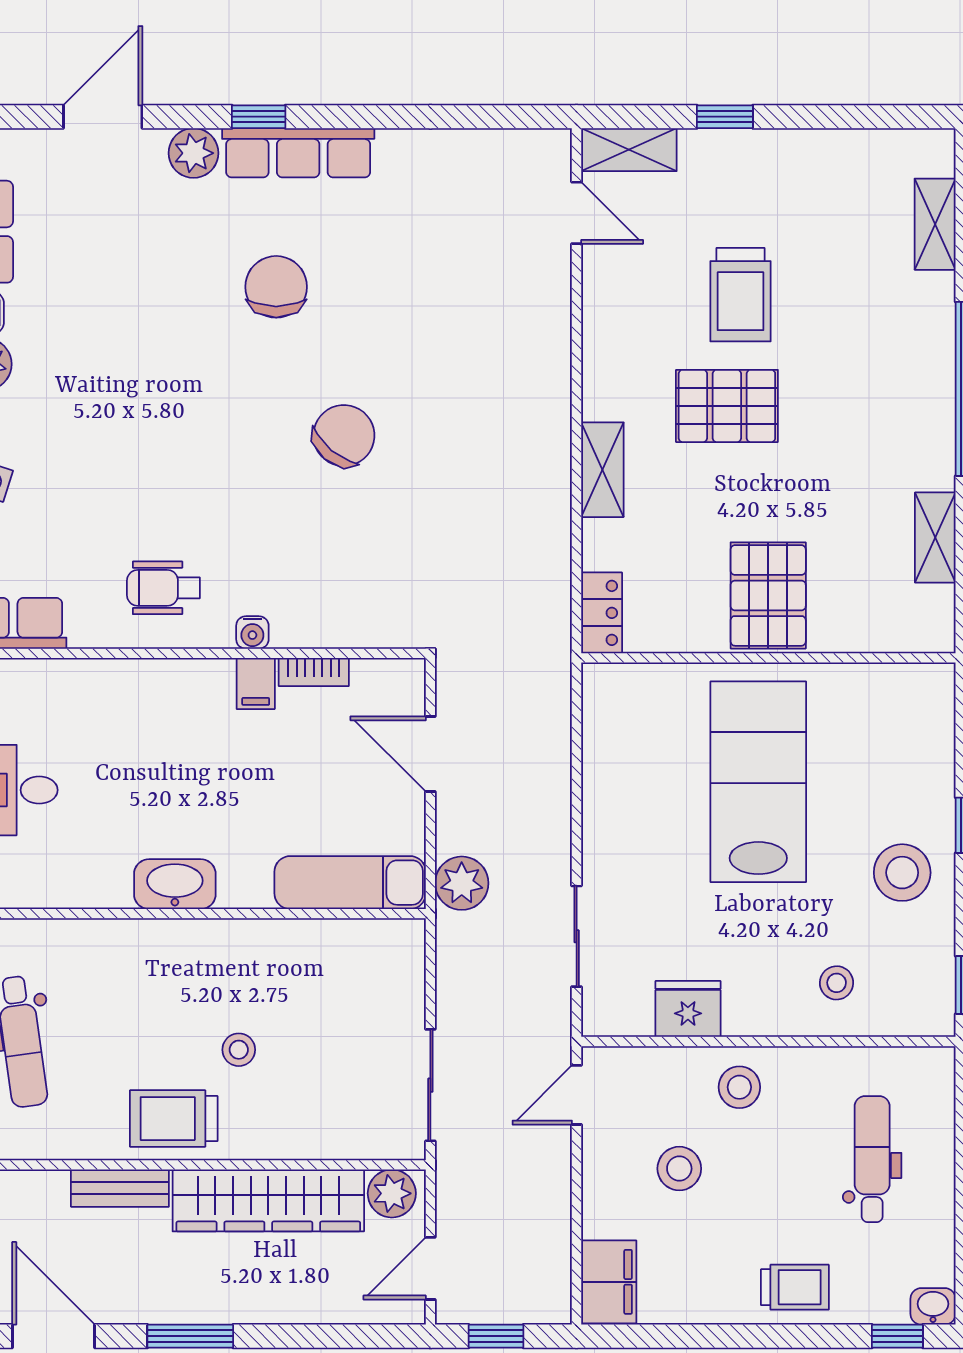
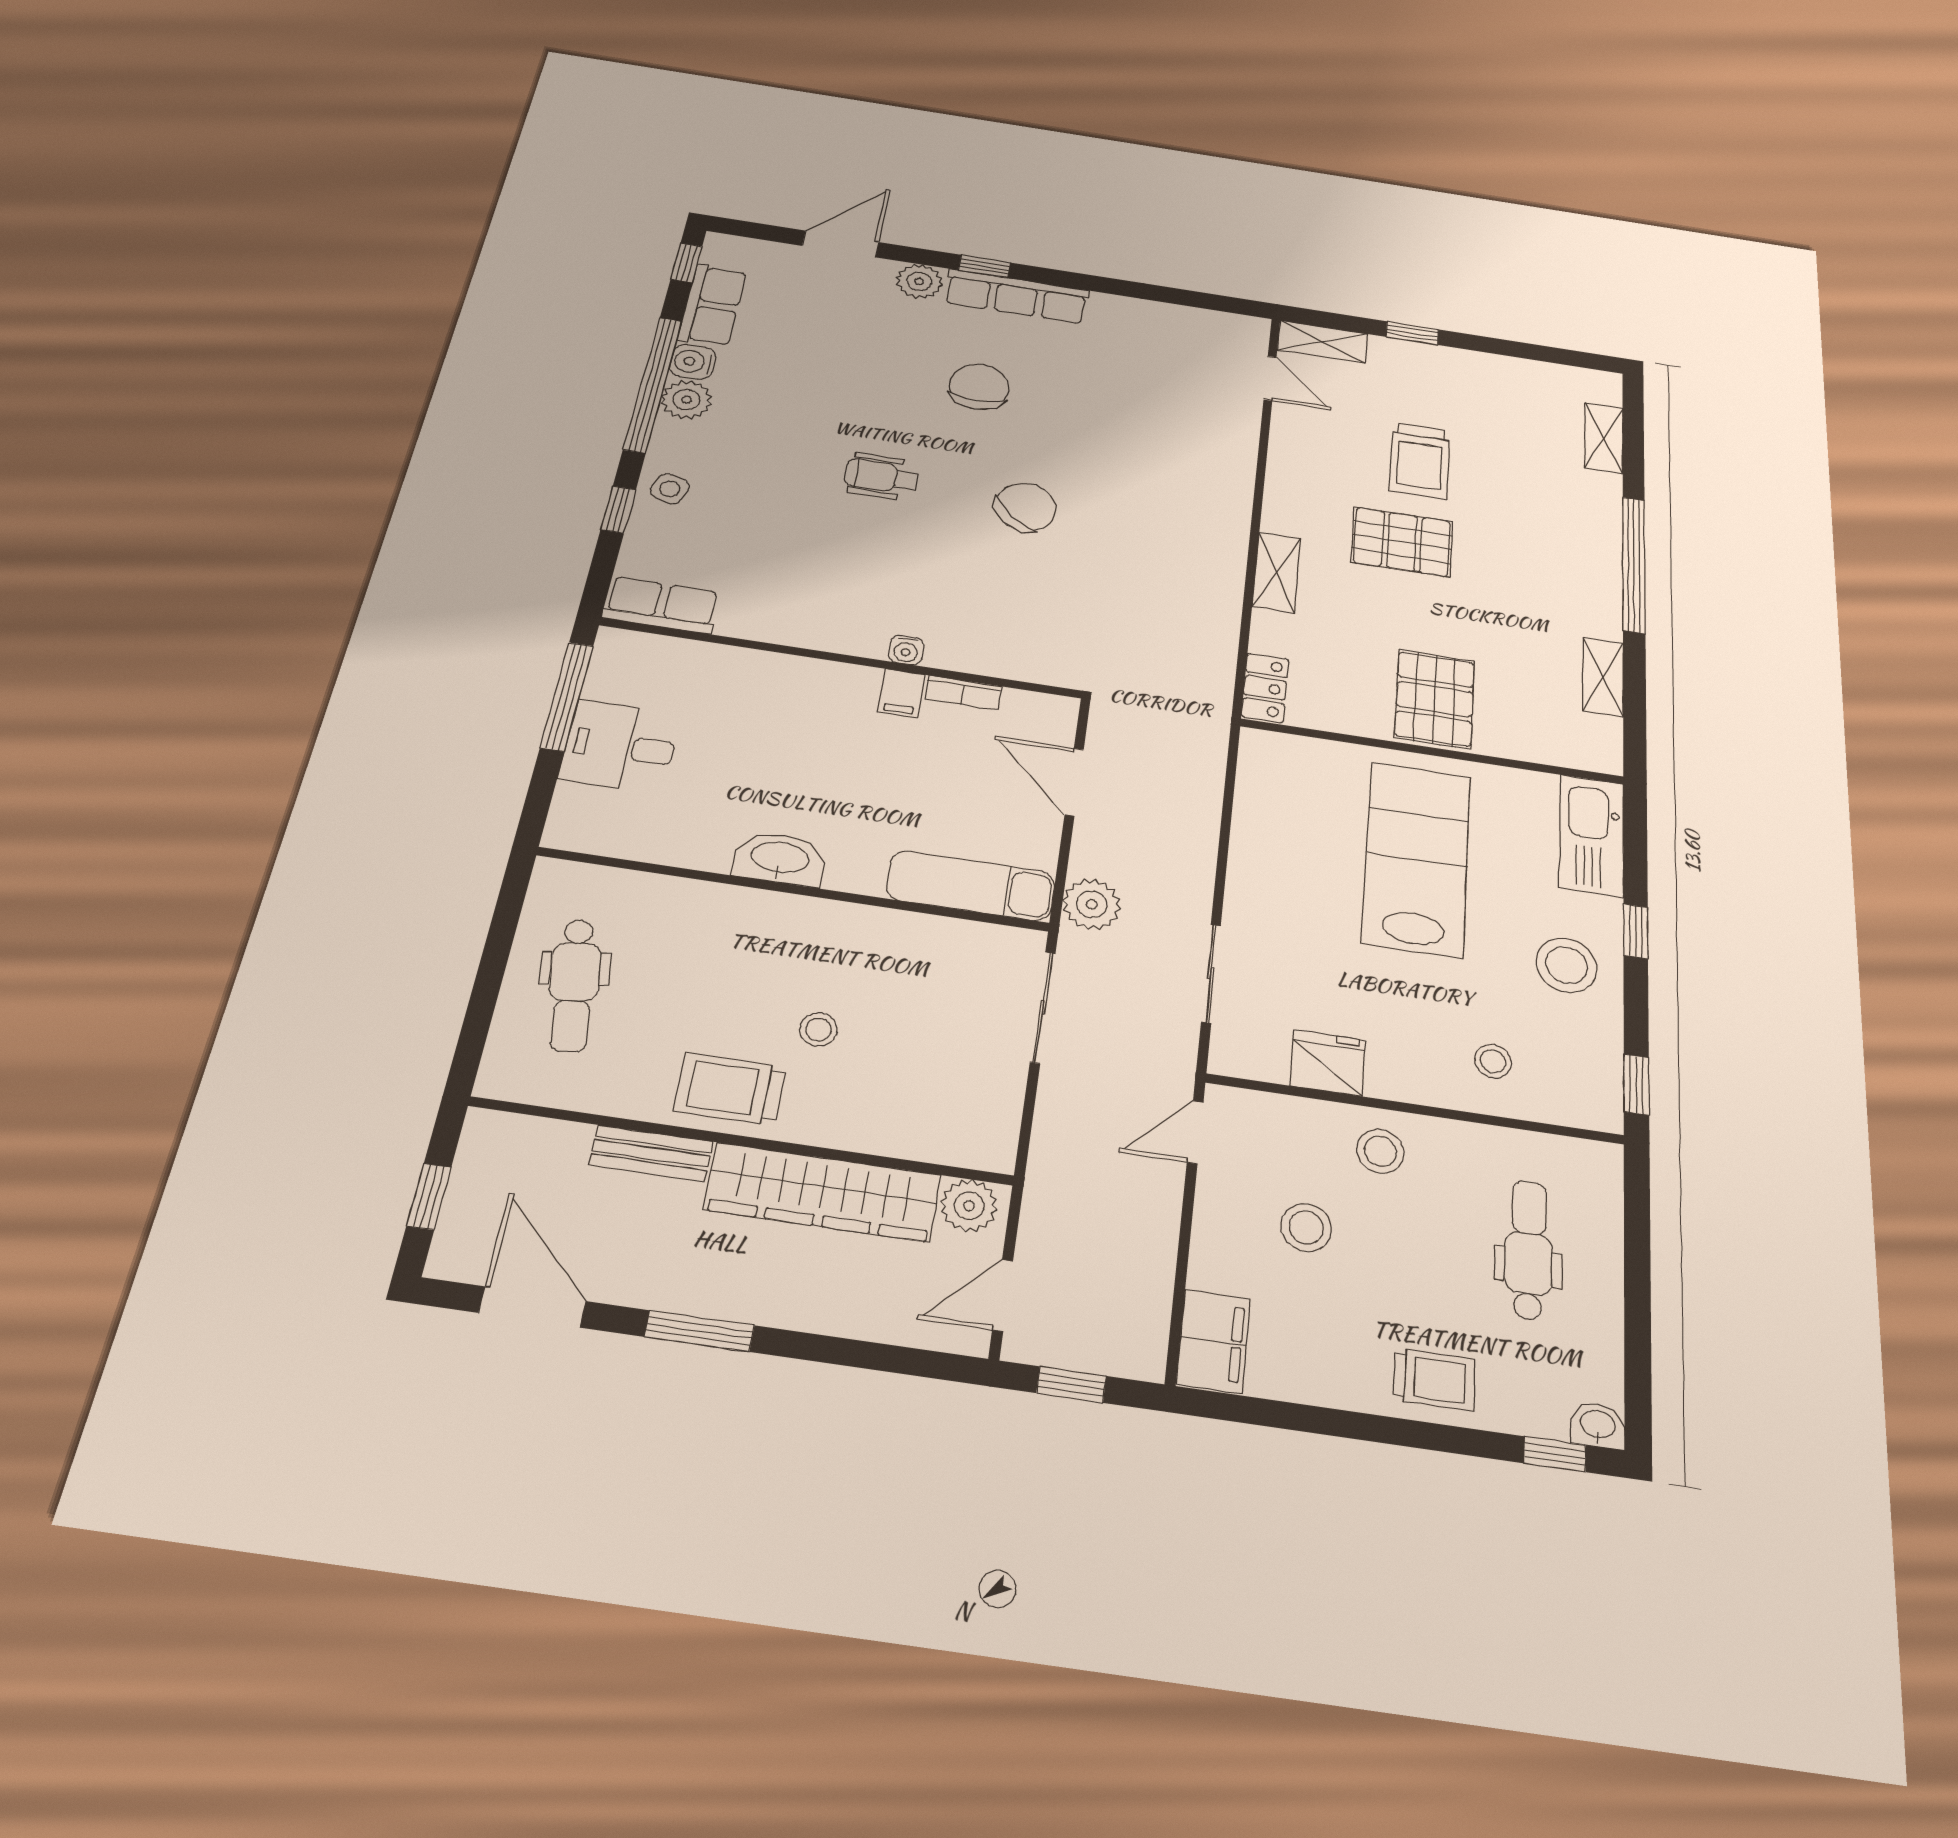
wheelchair: (163, 588) -> (881, 476), moved
kitchen sink: (925, 727) -> (1592, 836), added
sliding door: (430, 1085) -> (1043, 1007), moved

